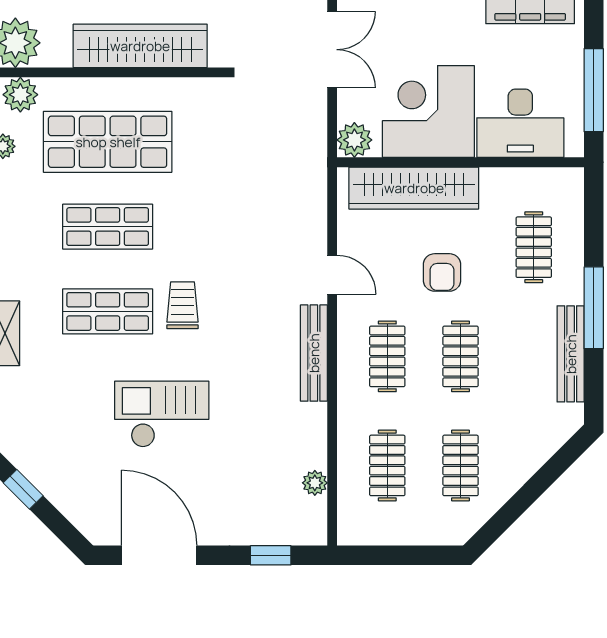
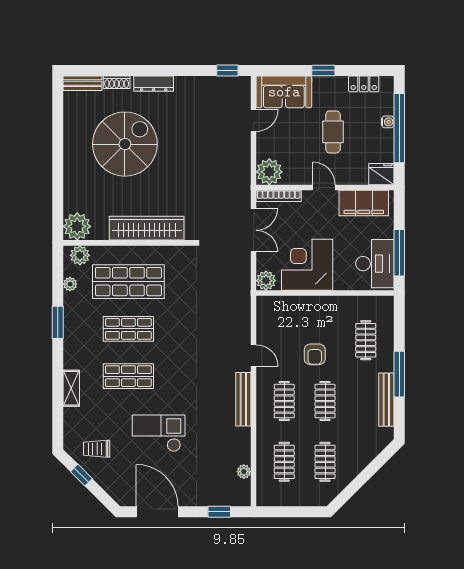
desk: (520, 123) -> (375, 264), moved, turned -90
wardrobe: (414, 188) -> (299, 307), removed
trolley: (182, 305) -> (97, 449), moved, turned -90

